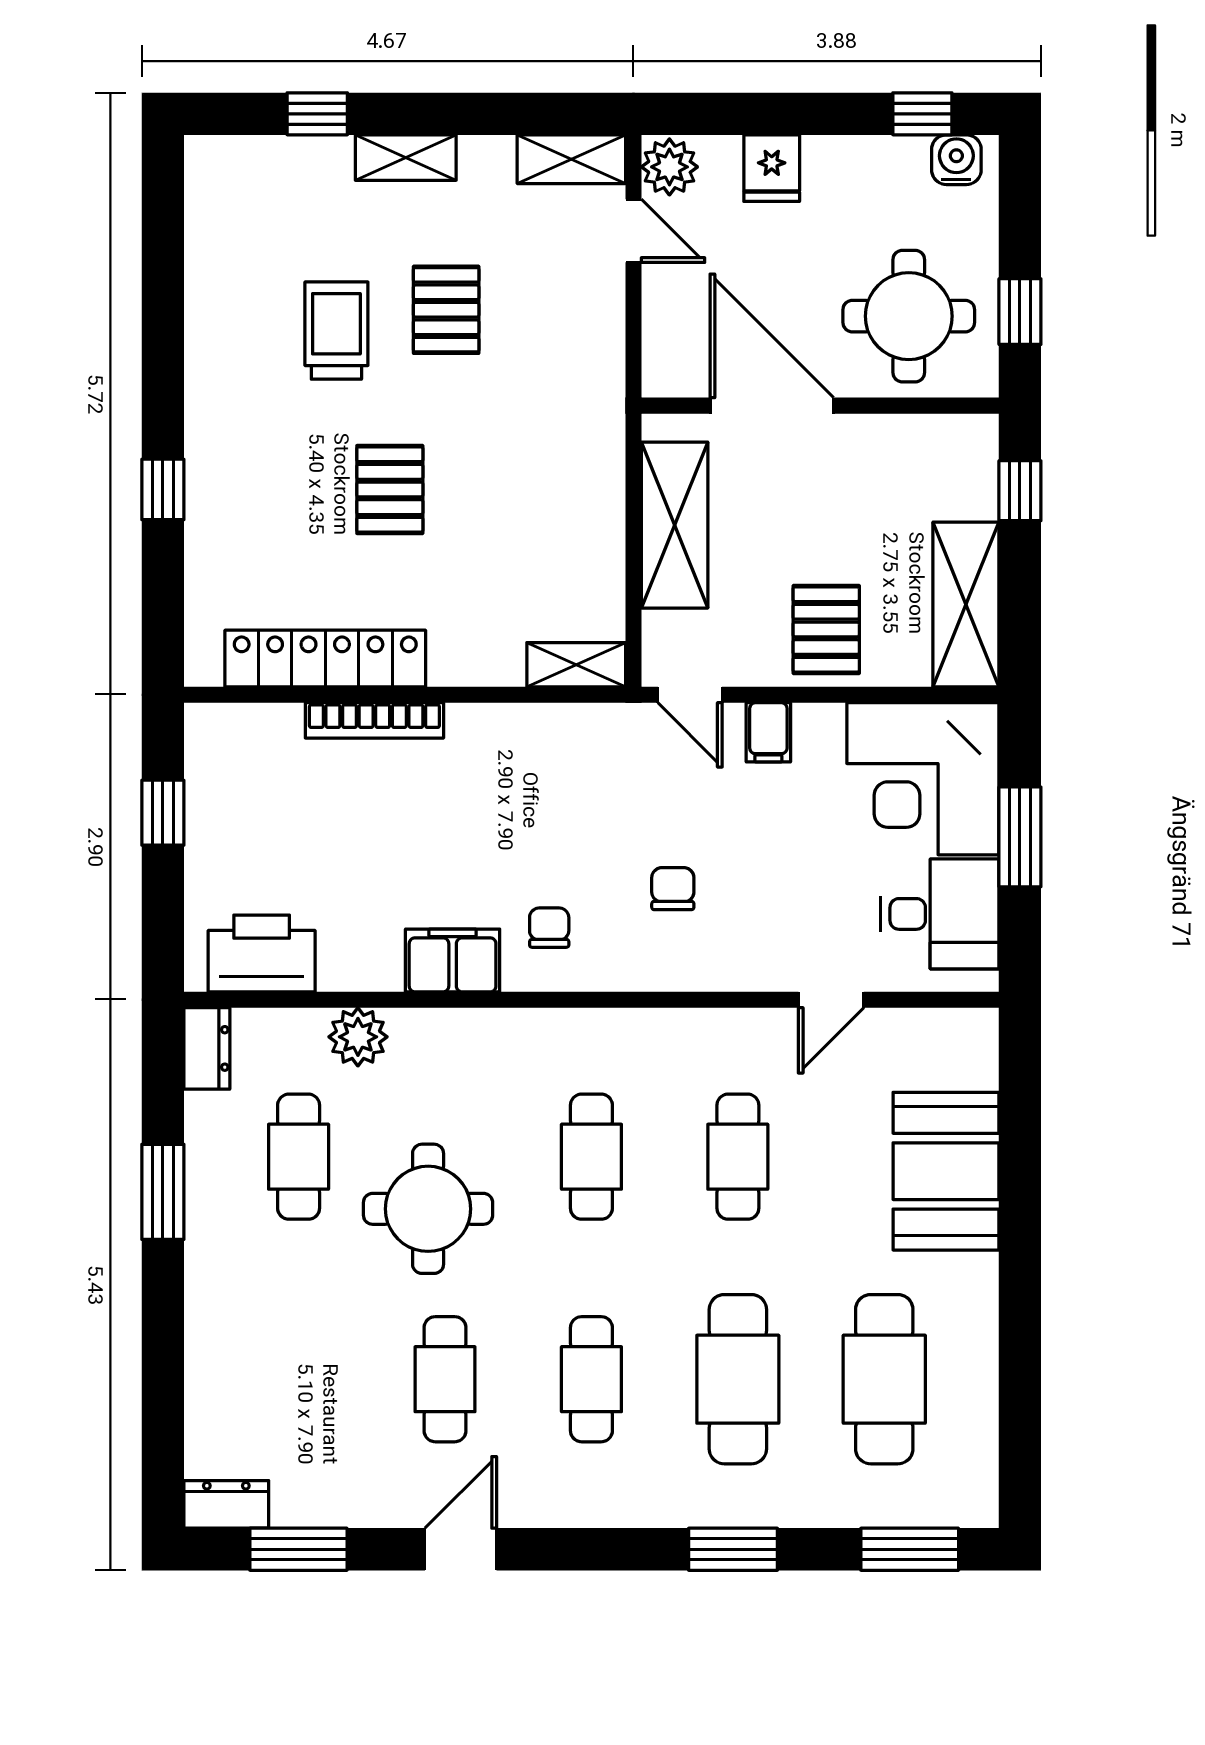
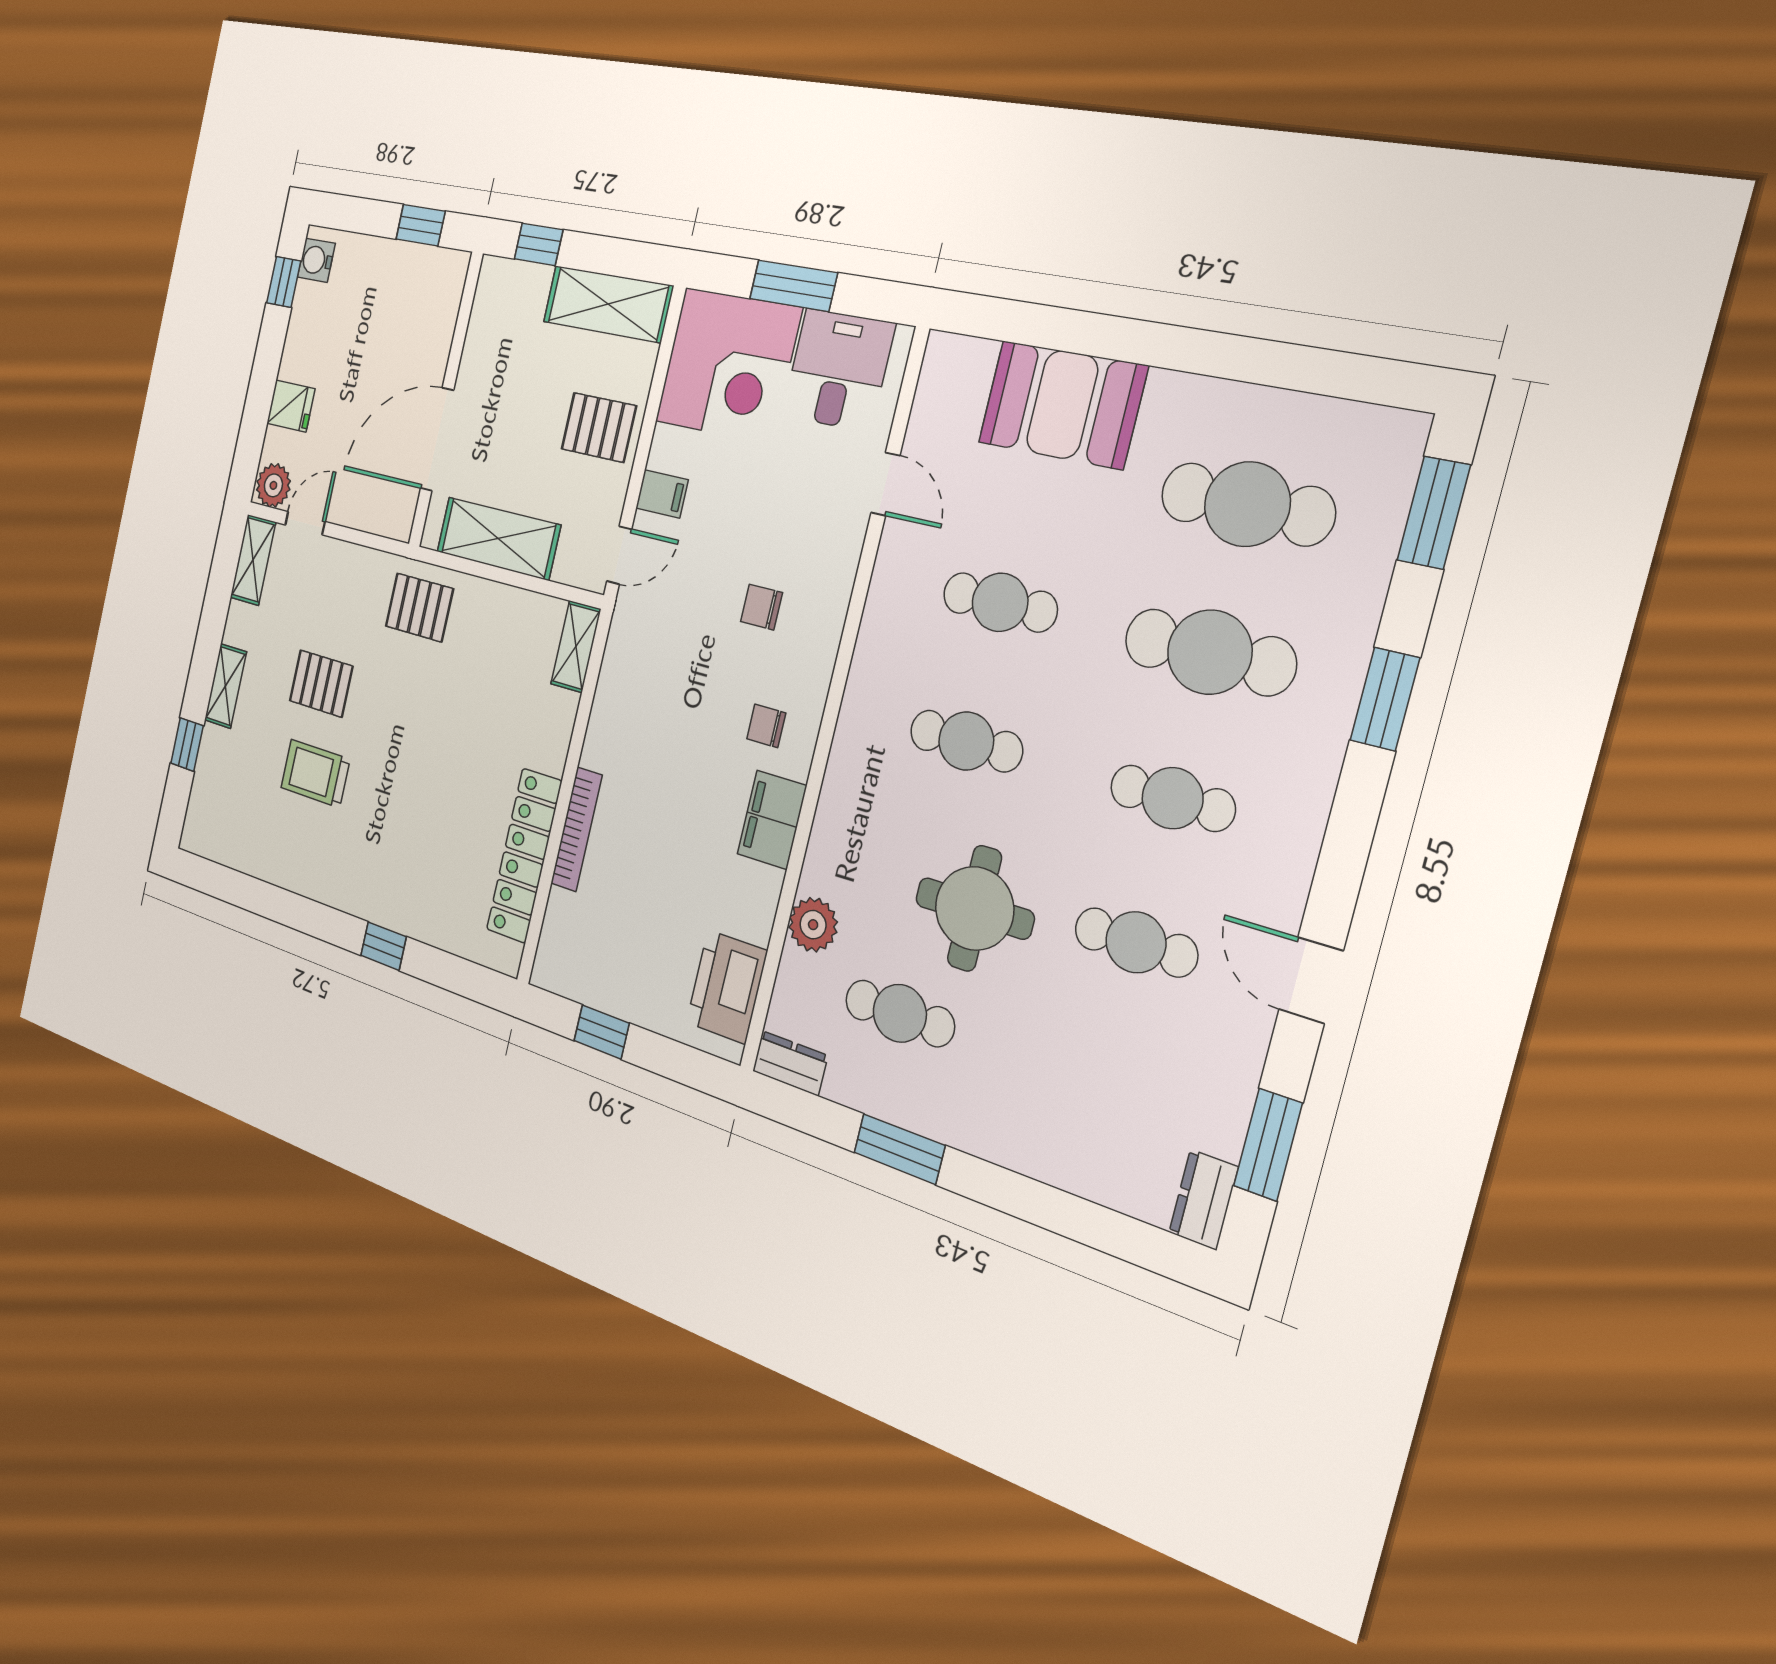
round table: (909, 316) -> (404, 316), removed
pallet: (390, 489) -> (419, 607), moved

